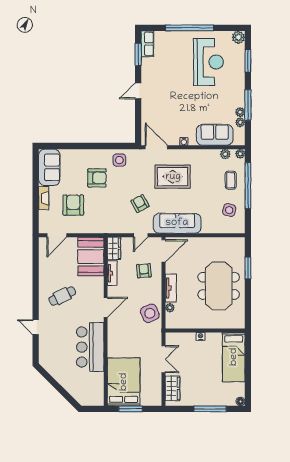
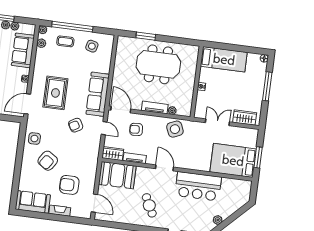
armchair: (97, 178) -> (48, 161), turned -146
plant: (56, 373) -> (218, 220), added

